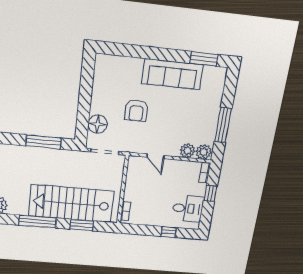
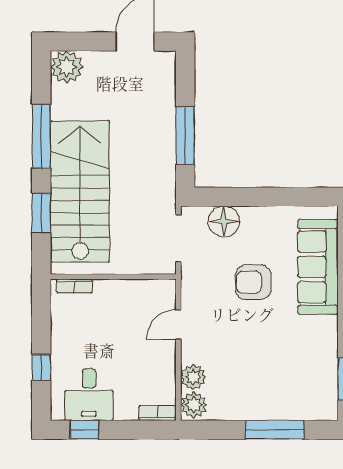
sofa: (172, 74) -> (318, 267), moved
window: (223, 125) -> (275, 430), moved
window: (210, 193) -> (84, 430), moved

